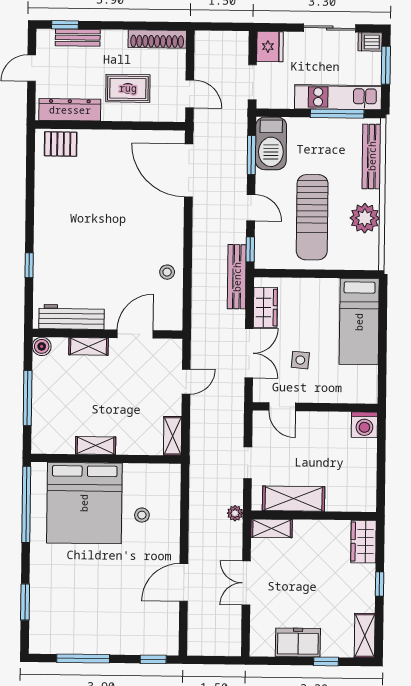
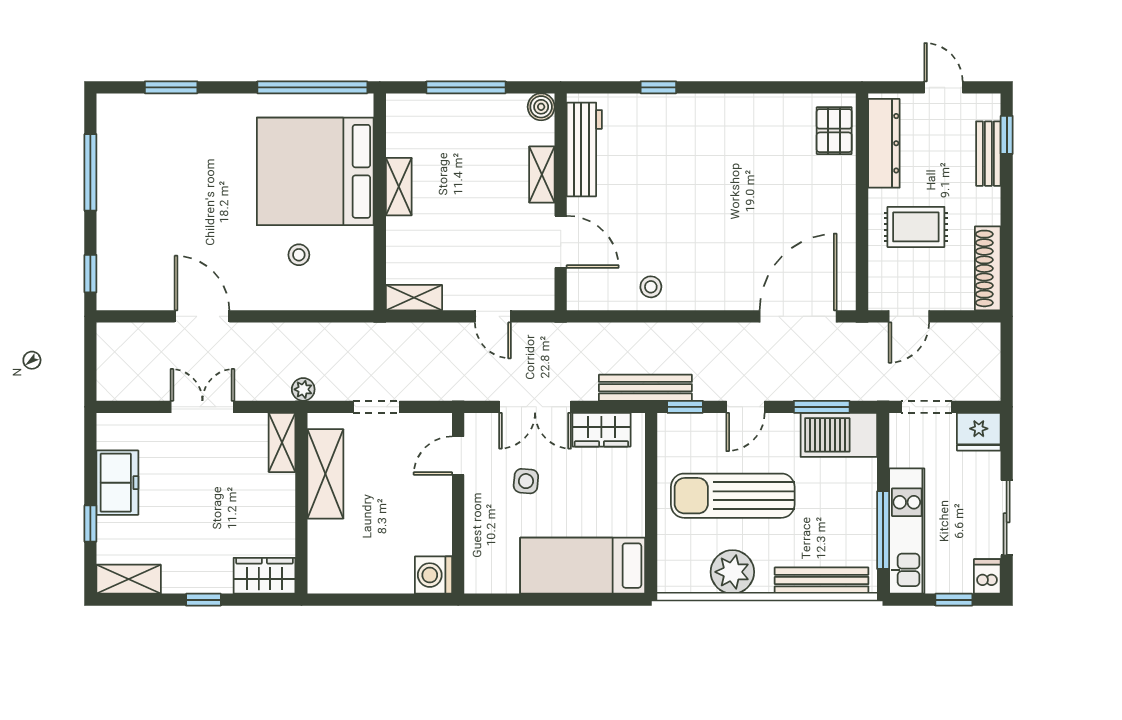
window: (386, 65) -> (954, 600), width x0.67
rug: (128, 88) -> (916, 227), turned 90

